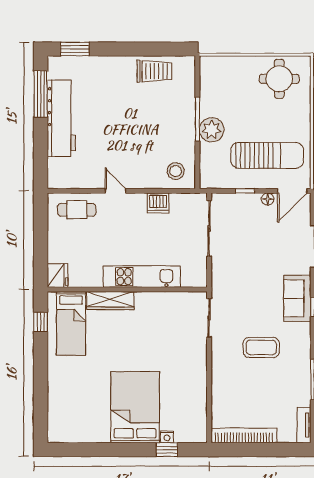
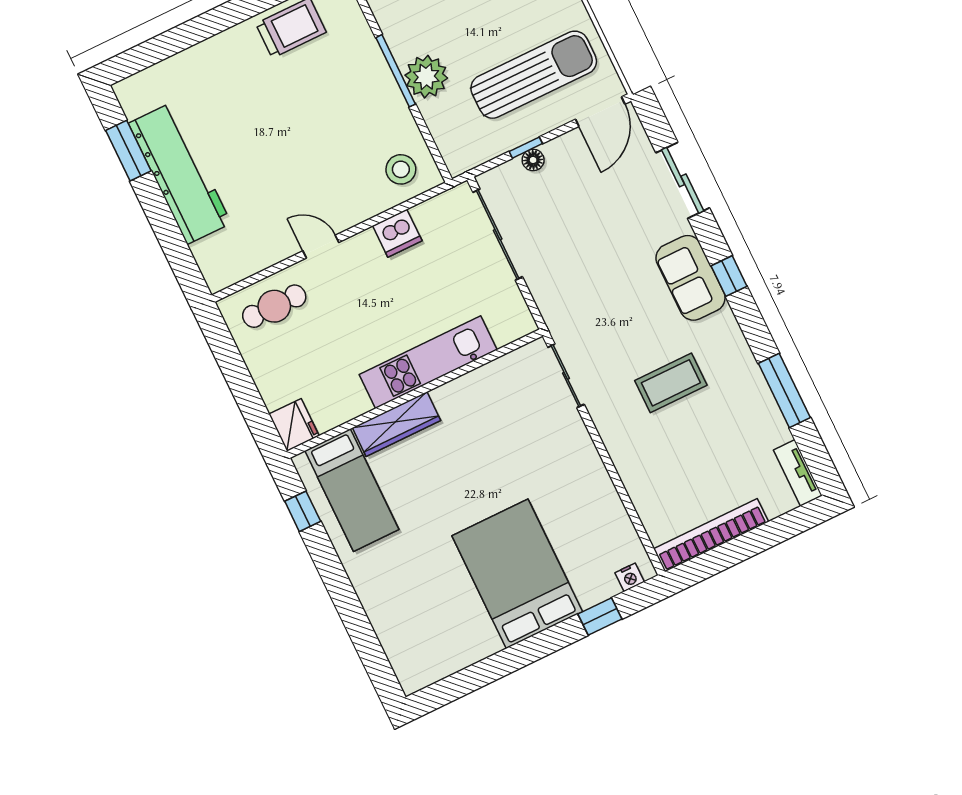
window: (75, 49) -> (148, 54), removed
window: (41, 94) -> (128, 151), width x0.69
floor lamp: (268, 199) -> (533, 160), moved
nightstand: (167, 437) -> (630, 577), moved

